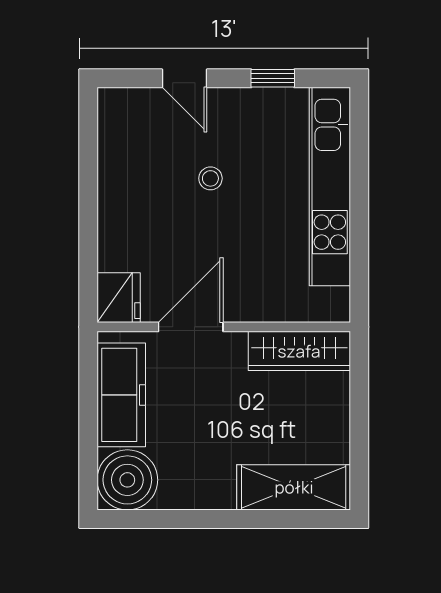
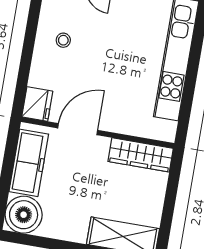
stool: (210, 178) -> (63, 40), moved

